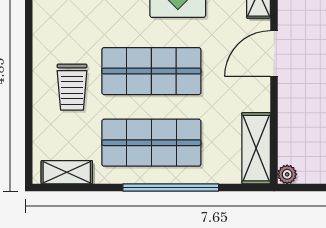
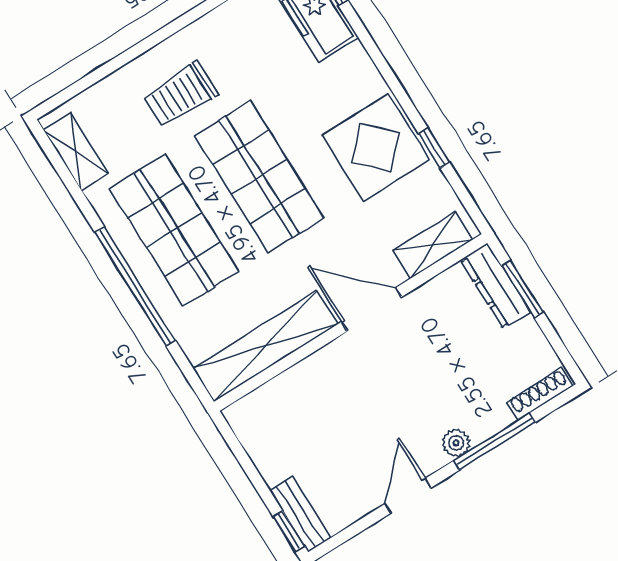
shelving: (256, 148) -> (265, 346), width x1.47
plant: (287, 174) -> (238, 415), removed

